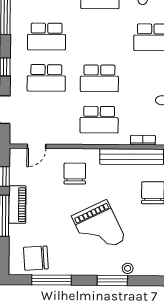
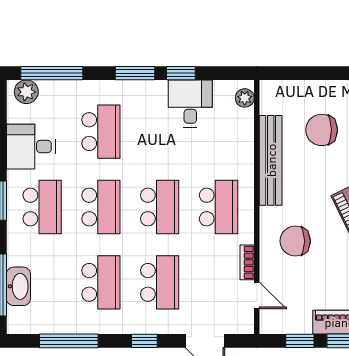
school desk: (100, 37) -> (101, 207), added
bookcase: (143, 140) -> (247, 262), moved

